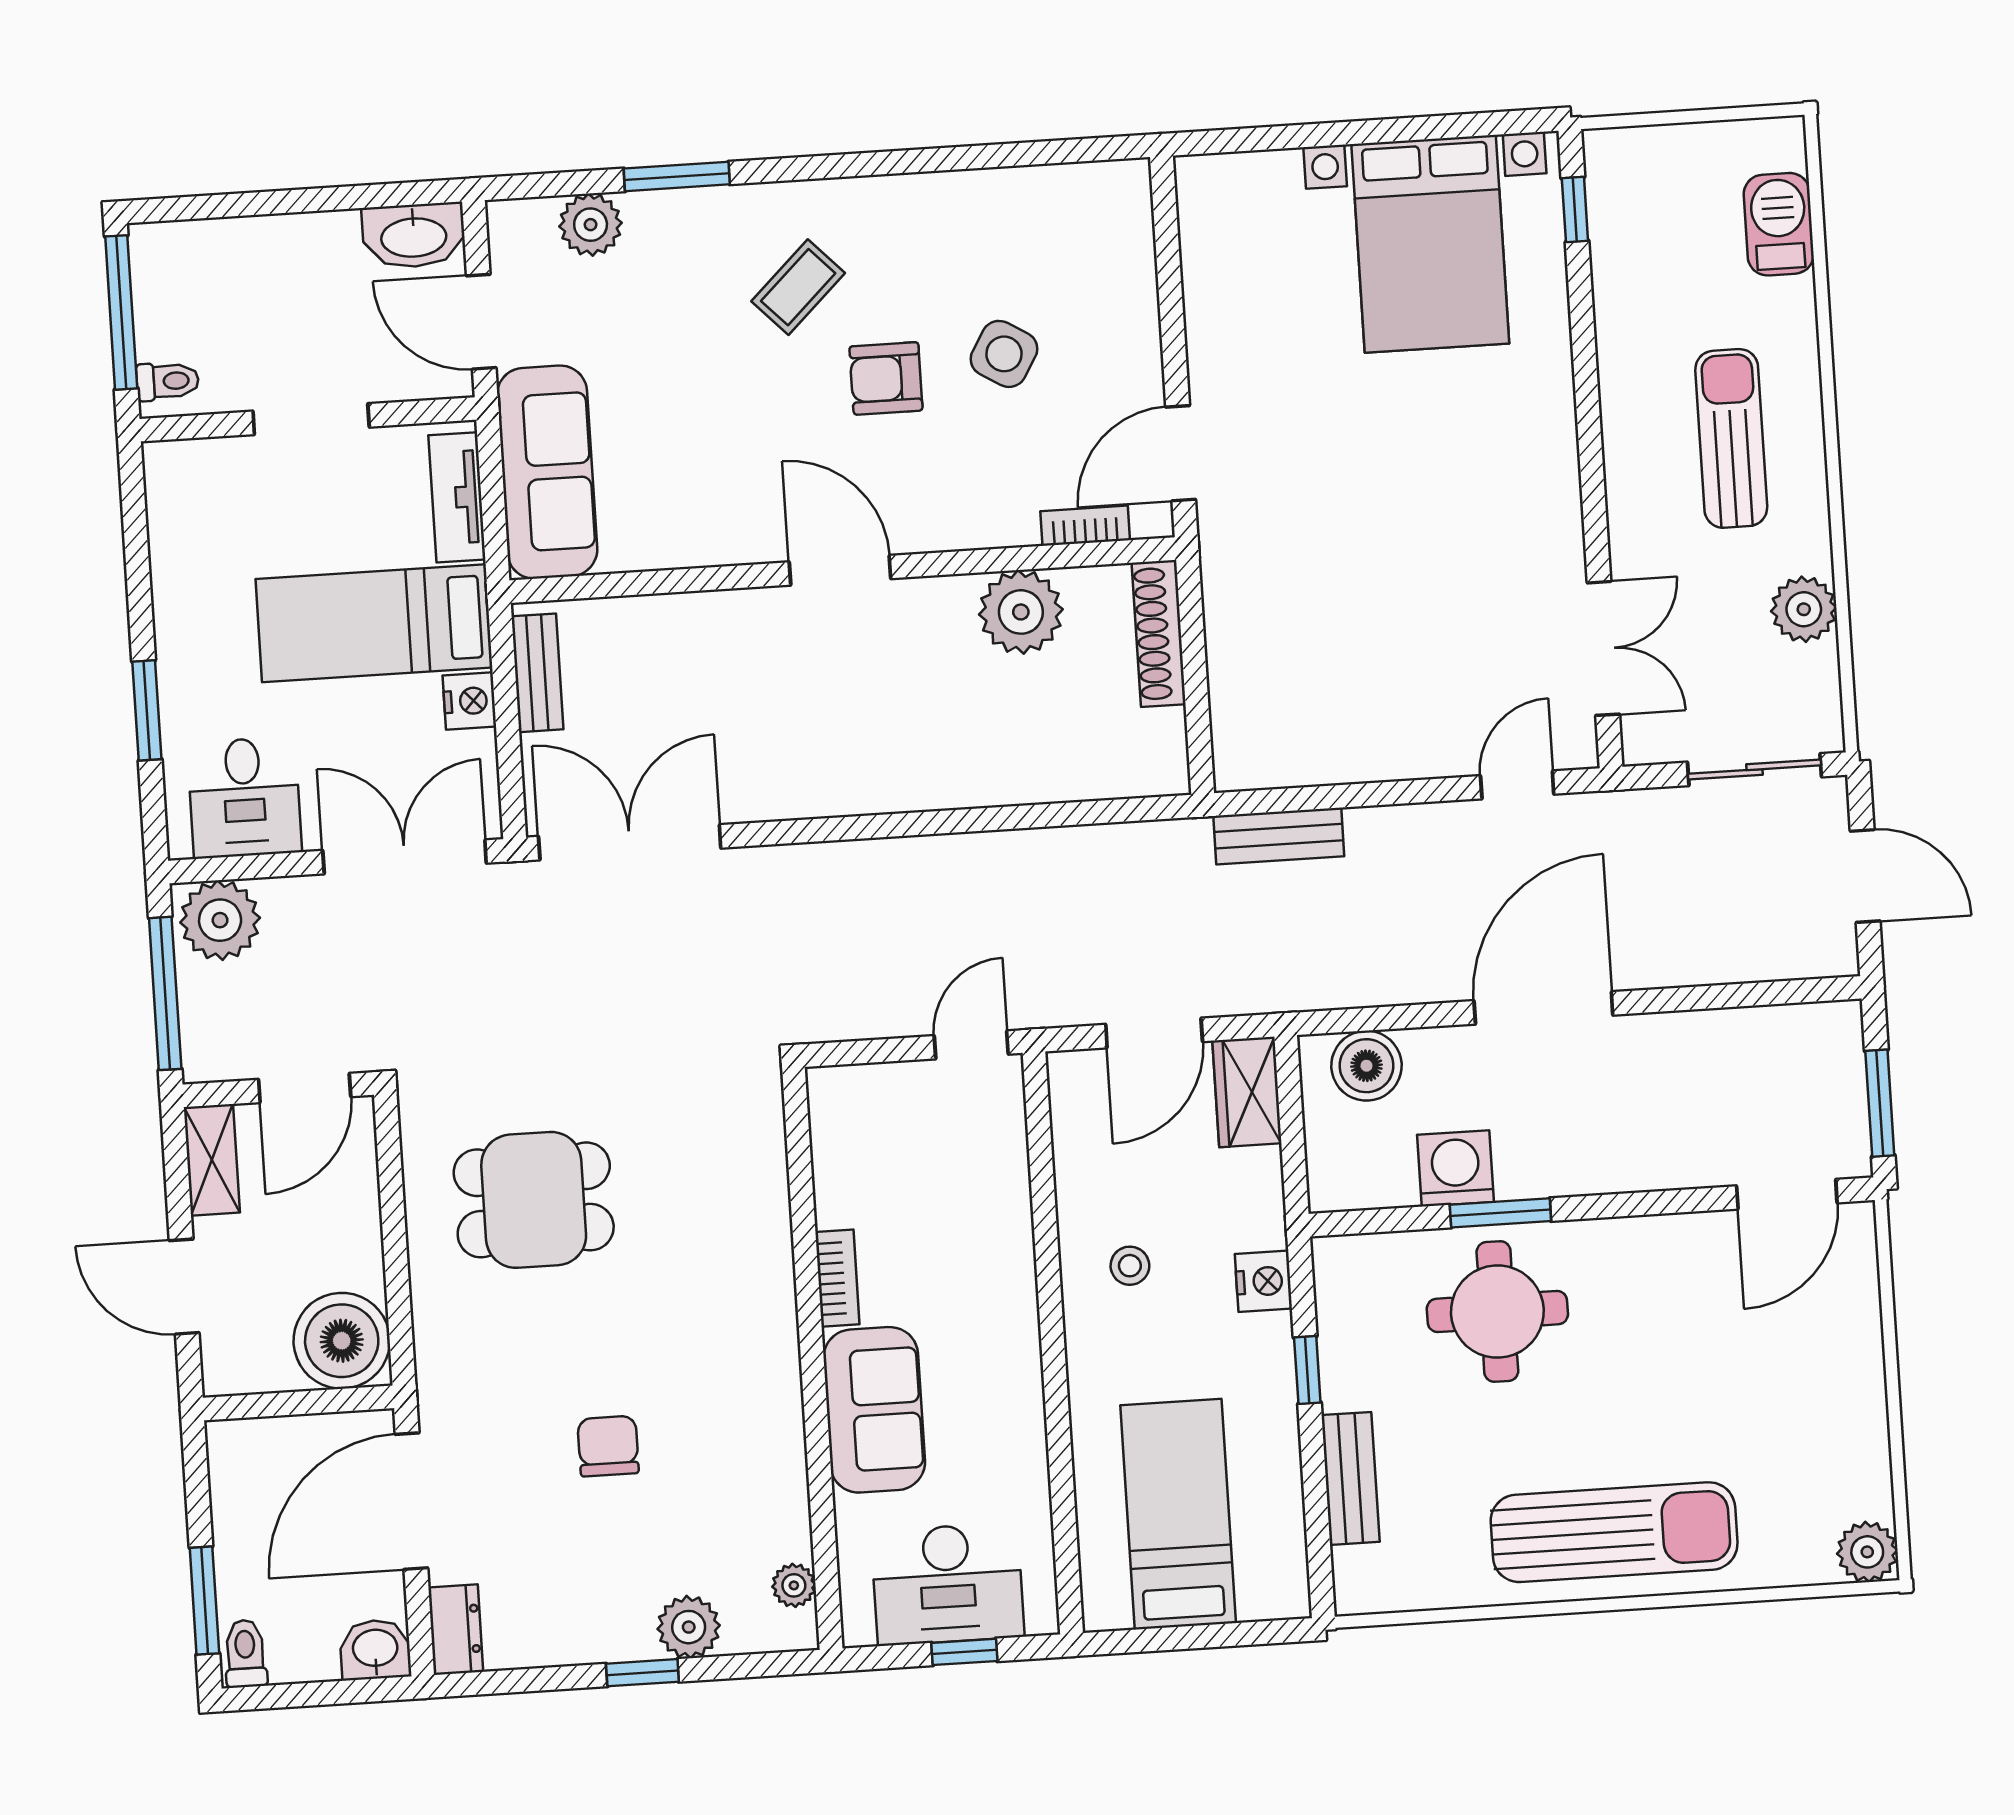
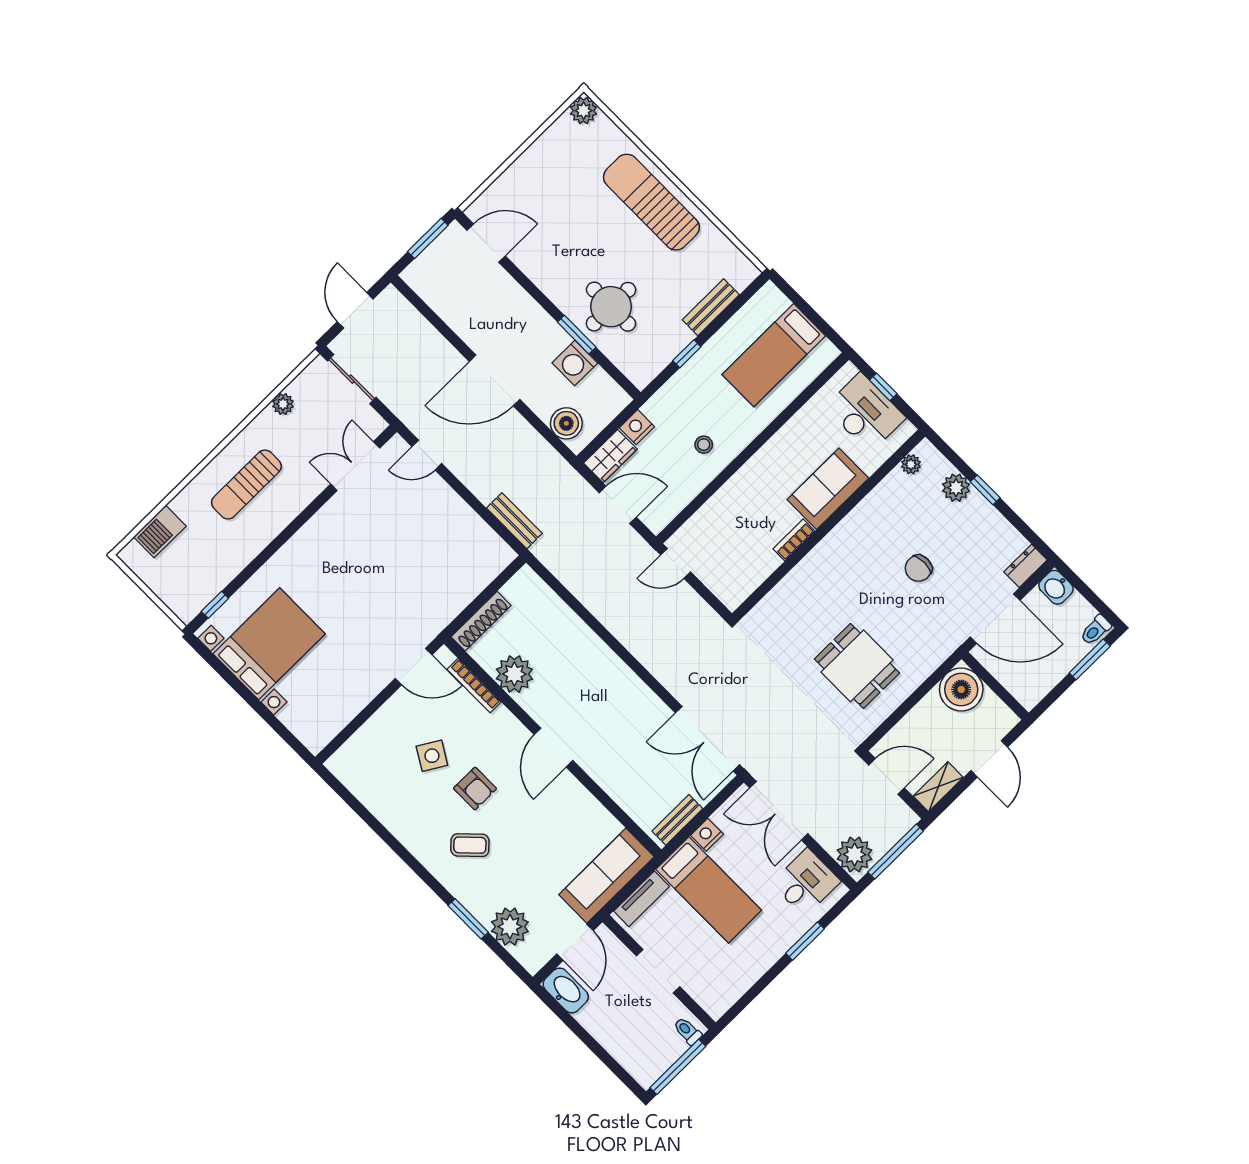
plant: (591, 225) -> (510, 927), width x1.36, depth x1.36
bookcase: (1085, 526) -> (474, 686), width x1.56
plant: (1804, 609) -> (283, 404), width x0.73, depth x0.73
nightstand: (1263, 1281) -> (637, 427), moved

